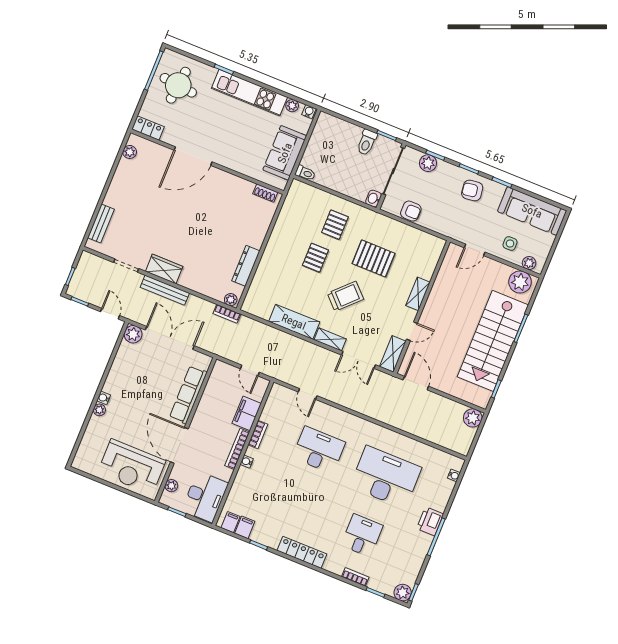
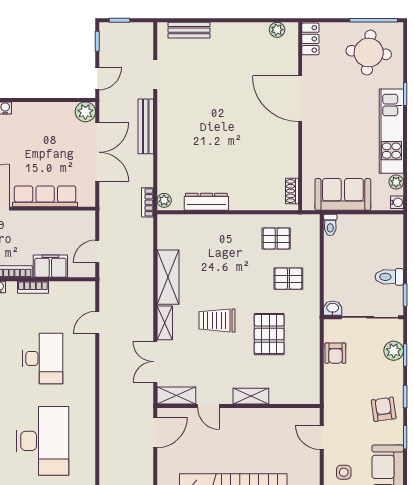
pallet: (315, 258) -> (276, 239), moved
wardrobe: (164, 269) -> (168, 117), removed
trolley: (345, 296) -> (217, 320), turned 135

